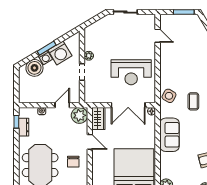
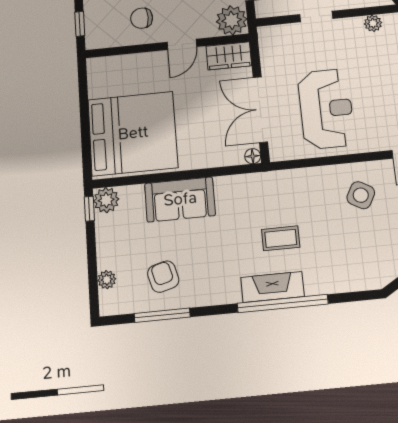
plant: (89, 56) -> (373, 23), moved
reception desk: (131, 72) -> (326, 109), turned 180
side table: (169, 96) -> (361, 195), moved
sofa: (169, 135) -> (180, 199), moved

